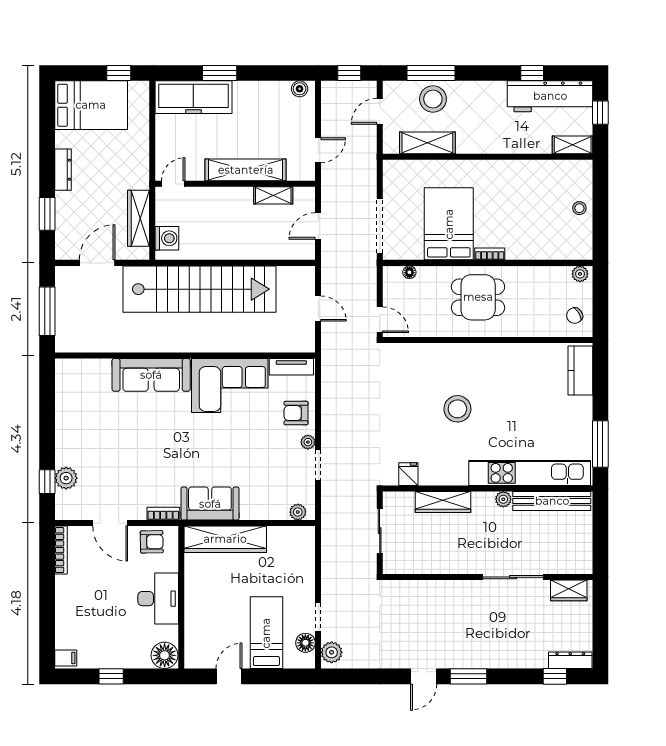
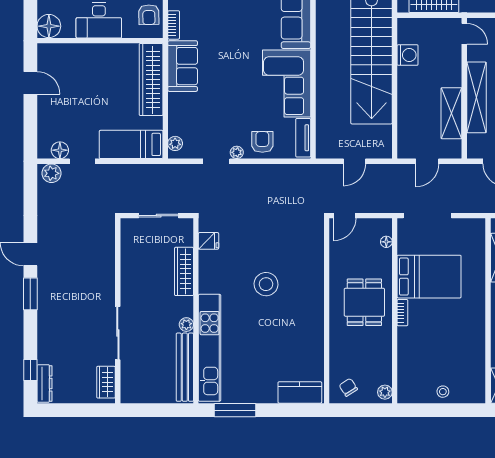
shelving: (273, 195) -> (451, 113), width x1.50, depth x1.33
door: (318, 226) -> (427, 161), swing flipped
washing machine: (167, 238) -> (408, 55), moved, turned -90
bed: (266, 633) -> (131, 144), moved, turned 180

